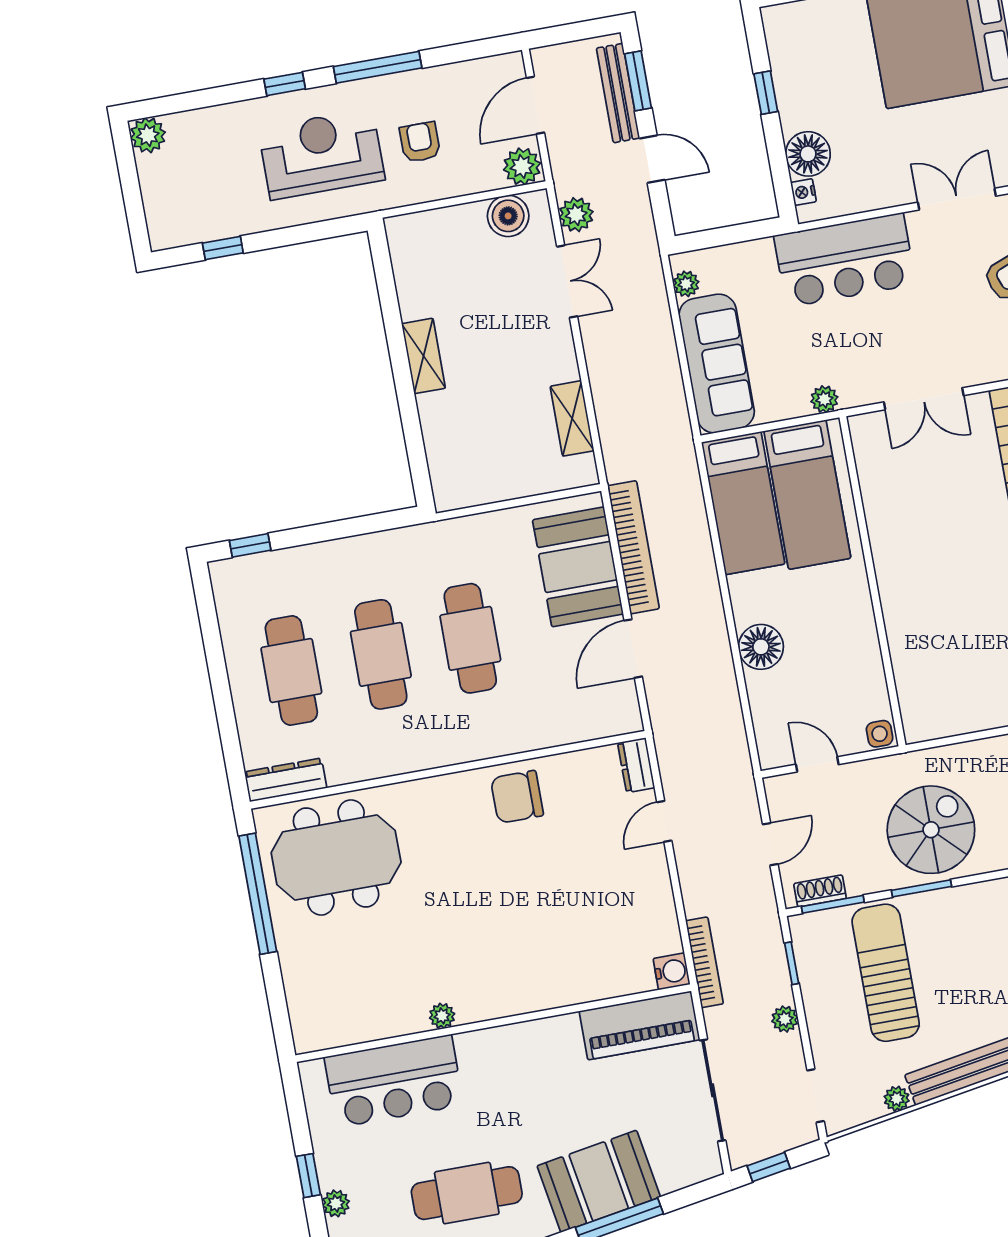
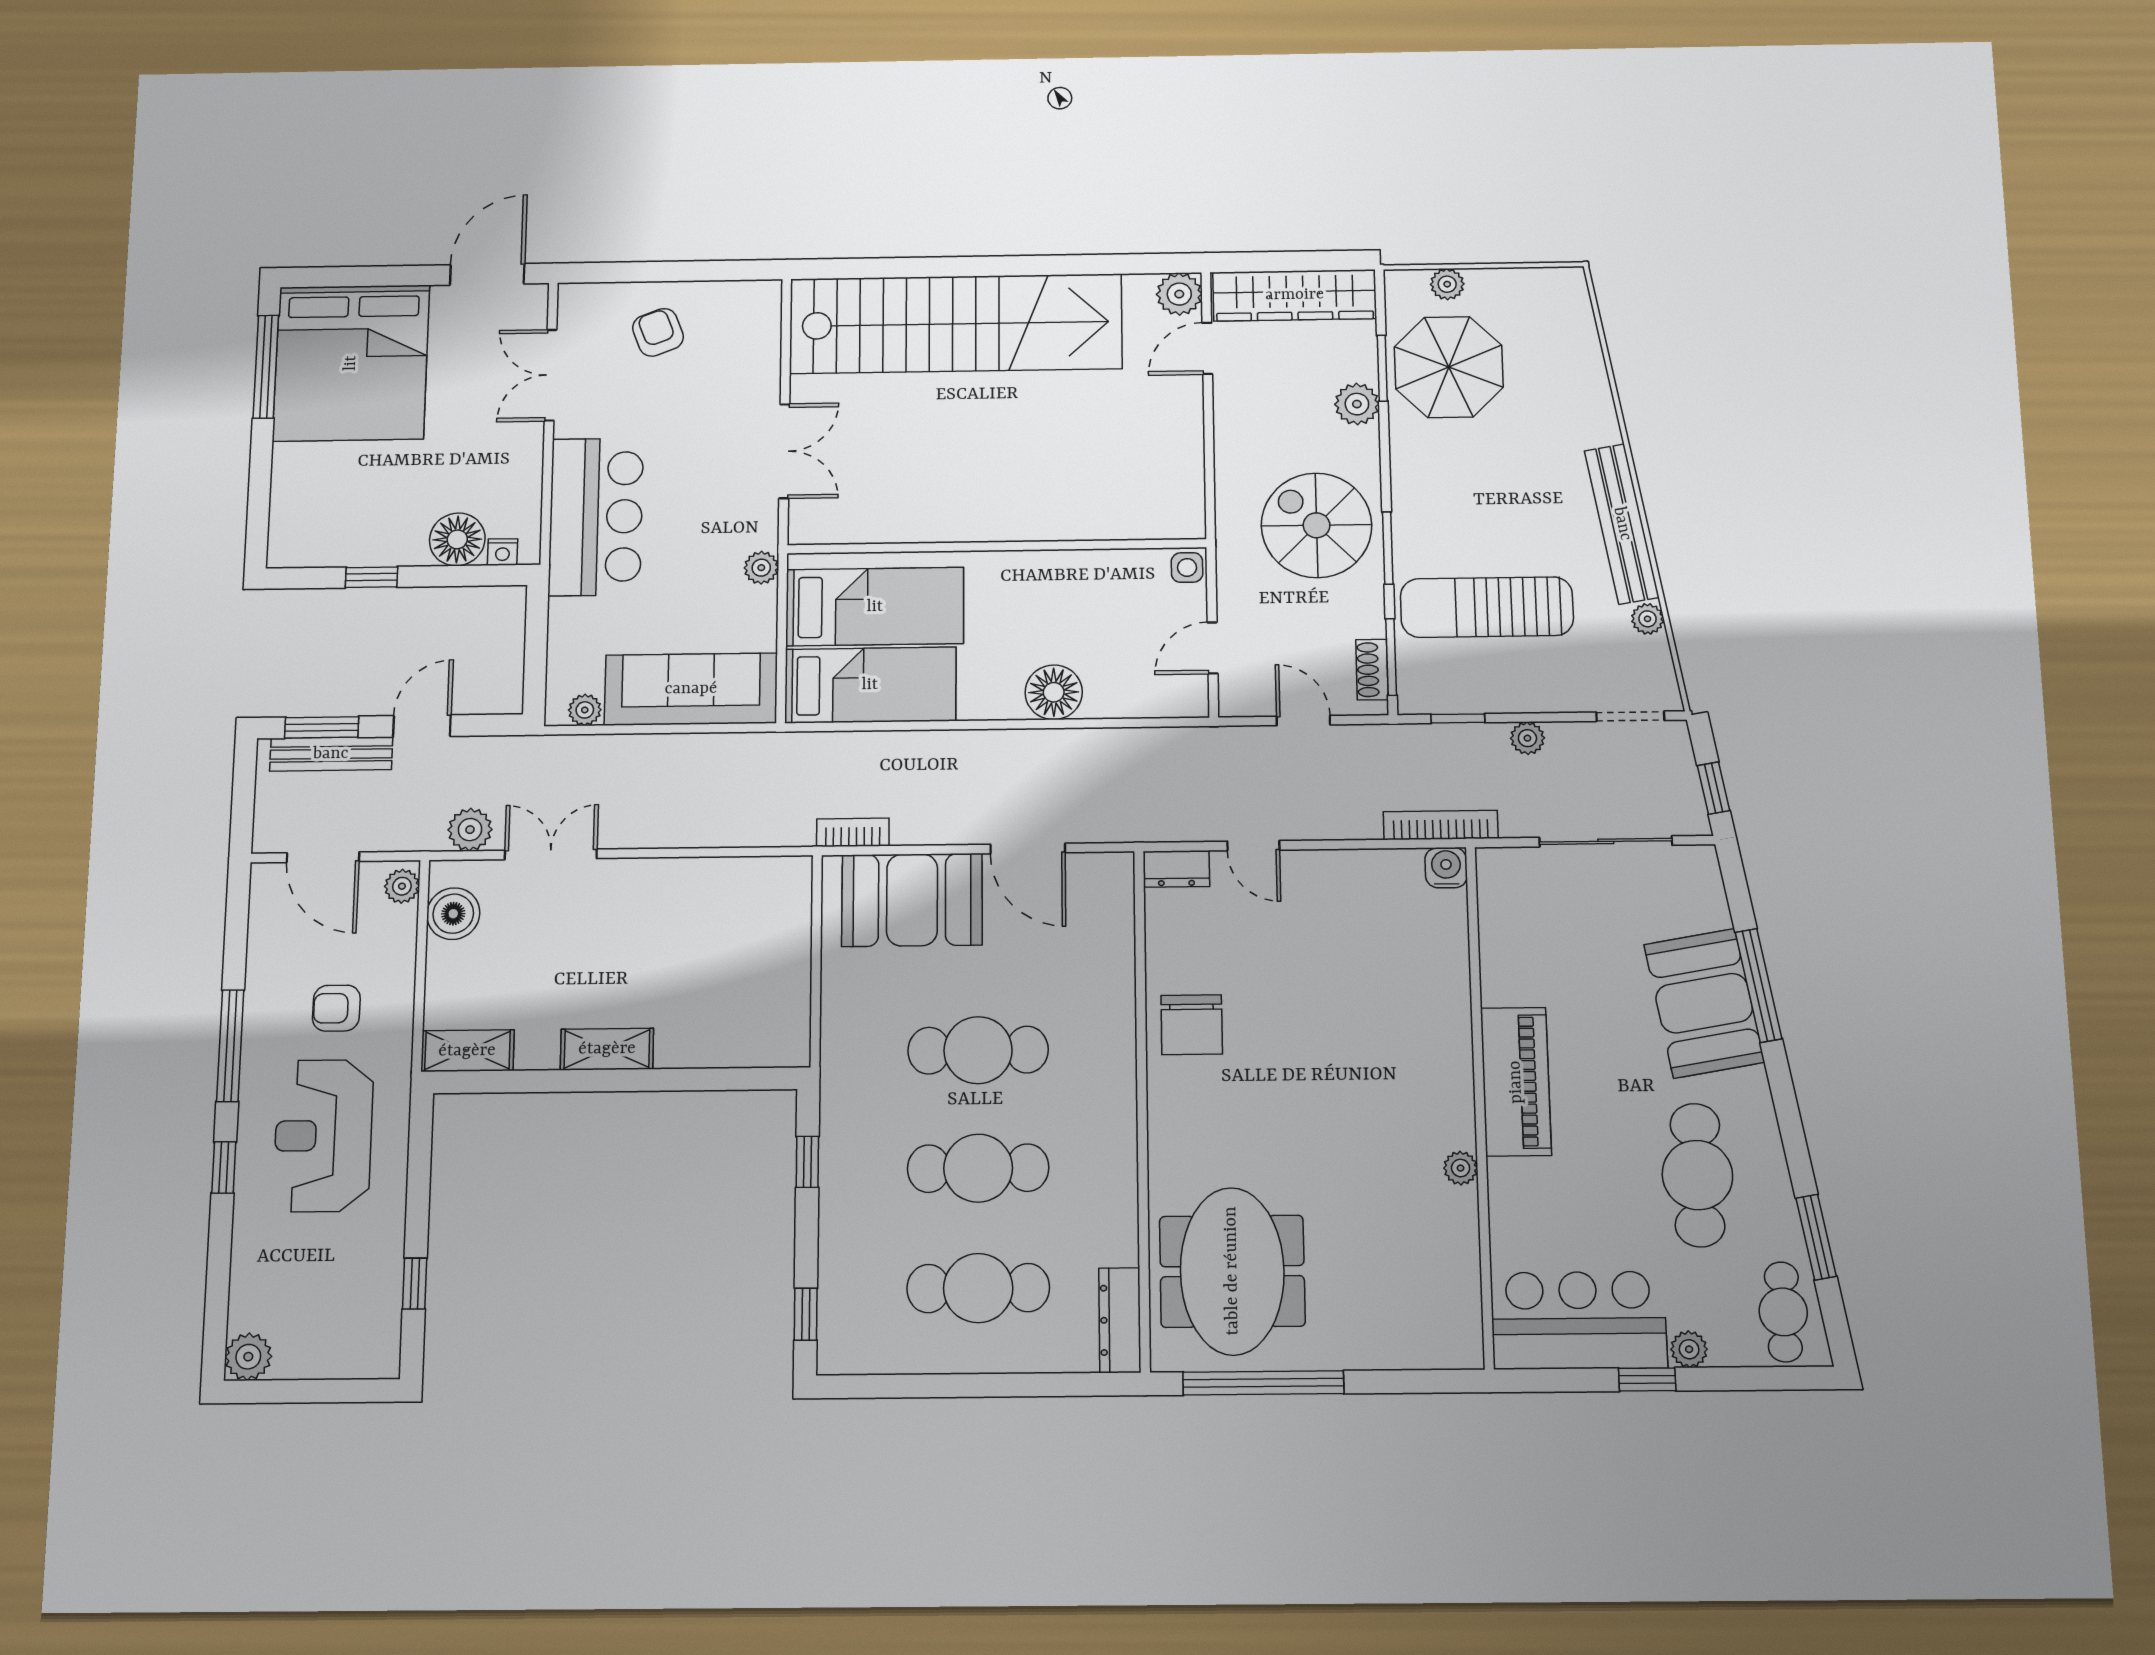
plant: (522, 166) -> (402, 886), width x0.73, depth x0.73
shelving: (572, 418) -> (467, 1051), moved
window: (364, 525) -> (807, 1162), added
bookcase: (633, 547) -> (853, 832), width x0.43, depth x0.76
piano: (640, 1025) -> (1516, 1082), moved
bar counter: (394, 1081) -> (1579, 1320), moved, turned -90

